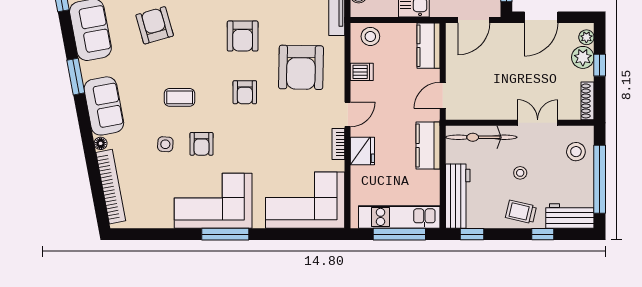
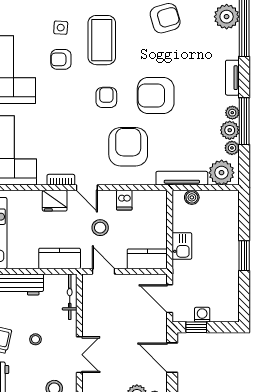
armchair: (243, 36) -> (156, 95), width x1.36, depth x1.36
stool: (370, 36) -> (100, 228), moved
armchair: (301, 67) -> (128, 147), turned 89
armchair: (245, 92) -> (106, 97), turned 90
coffee table: (180, 97) -> (102, 40), width x1.86, depth x1.72
bicycle: (481, 137) -> (70, 297), width x0.73, depth x0.71

